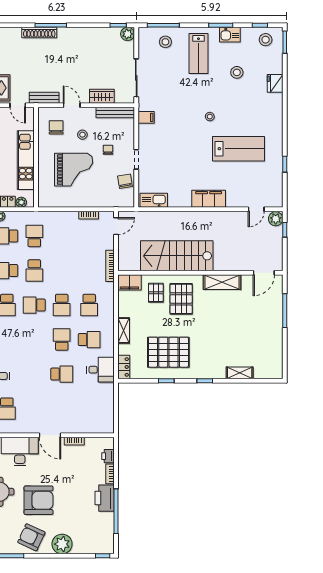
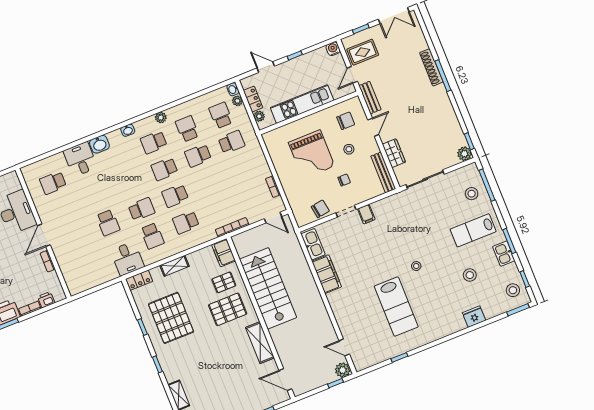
filing cabinet: (146, 117) -> (366, 214), moved
filing cabinet: (209, 199) -> (327, 274), moved
school desk: (34, 305) -> (164, 169), turned -90

